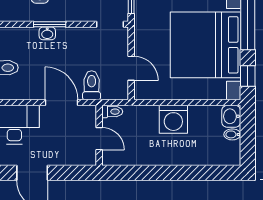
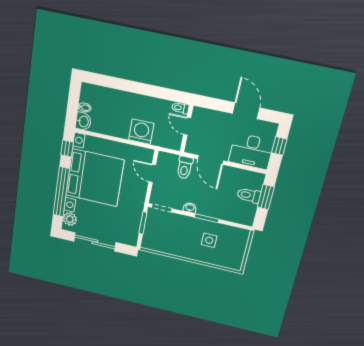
washbasin: (47, 33) -> (190, 208), moved
toilet: (112, 112) -> (180, 108), moved
washing machine: (173, 119) -> (141, 132), moved

